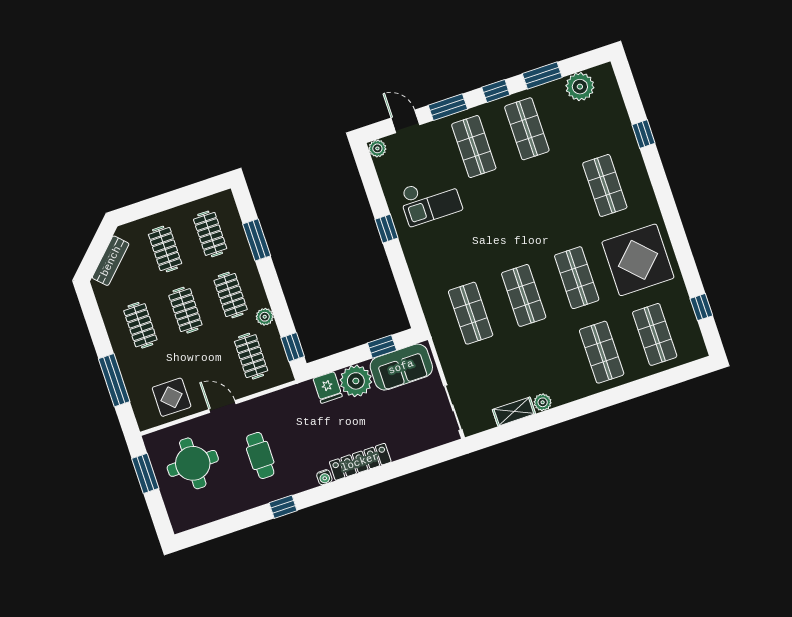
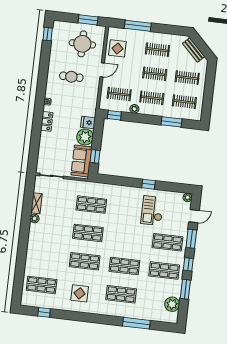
window: (643, 134) -> (136, 323), width x2.17
display table: (638, 260) -> (80, 293), width x0.54, depth x0.54
shop shelf: (602, 352) -> (124, 266), moved
locker: (360, 462) -> (47, 121), width x0.66
window: (283, 507) -> (48, 34), moved

